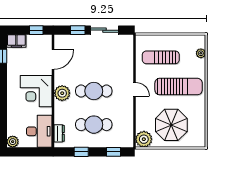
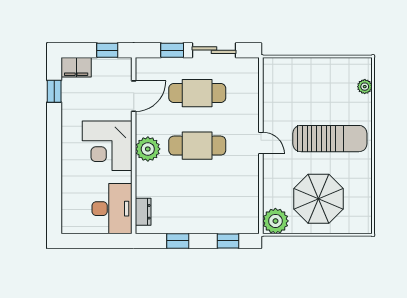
sun lounger: (161, 57) -> (302, 93), removed
cafe table: (94, 125) -> (197, 93), moved
plant: (13, 142) -> (70, 225), removed

